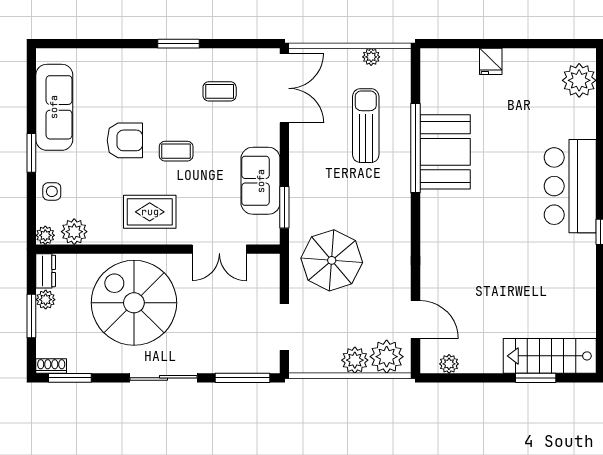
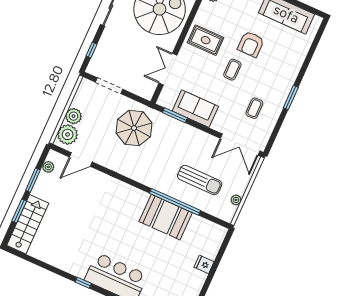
rug: (150, 212) -> (206, 40), turned 90
window: (243, 378) -> (91, 50), width x0.46
window: (479, 378) -> (33, 180), added

